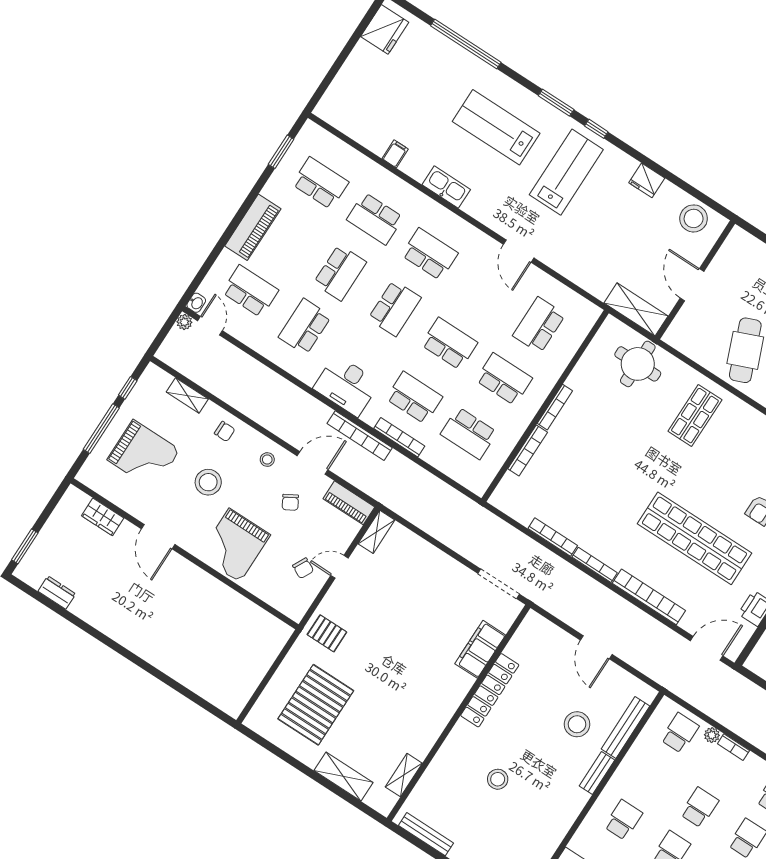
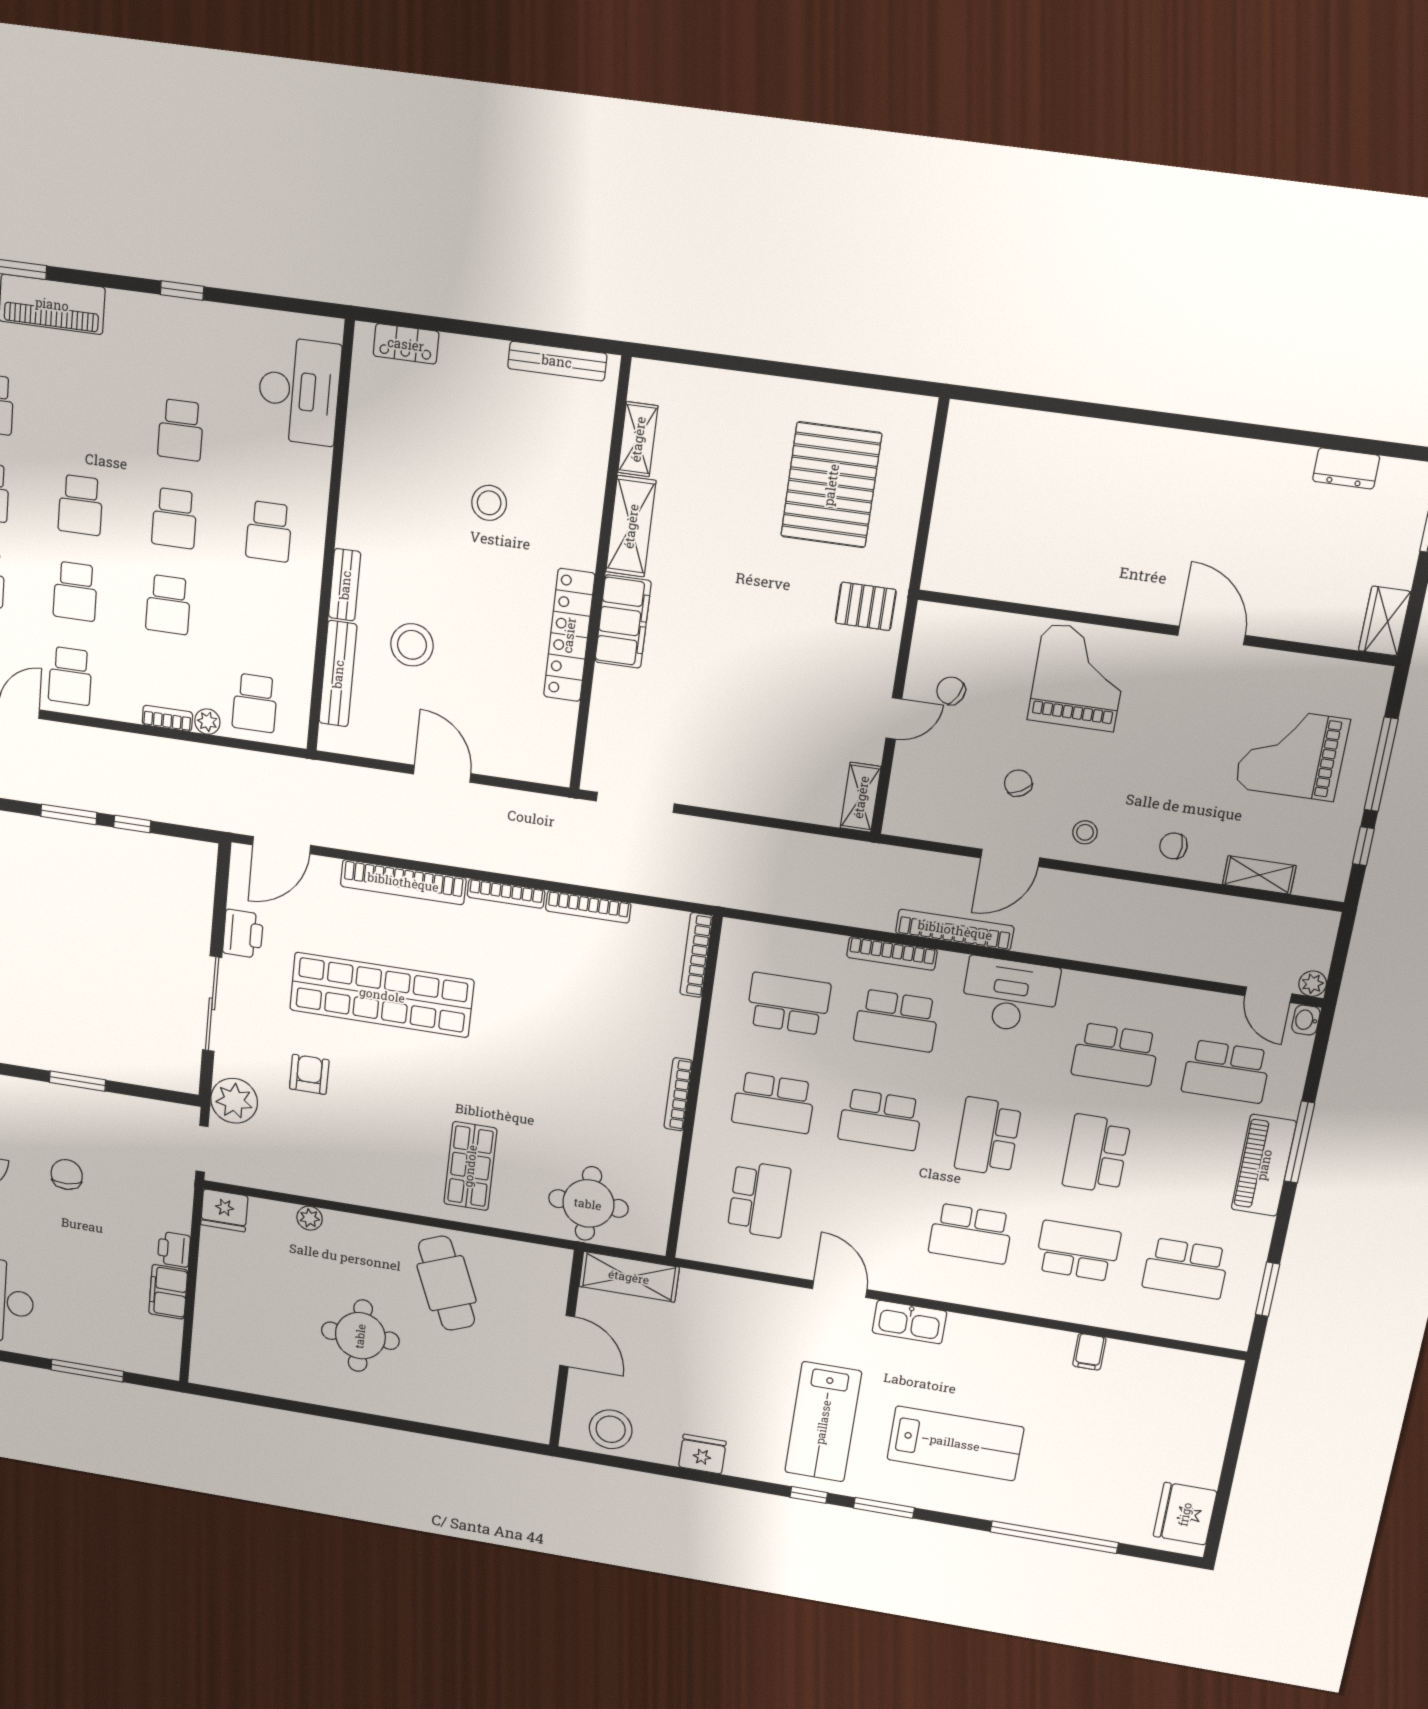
kitchen sink: (446, 187) -> (909, 1322), moved
window: (228, 233) -> (1299, 1142), added
school desk: (305, 327) -> (1115, 1054), turned 90
bookcase: (528, 450) -> (696, 955), moved
stool: (208, 482) -> (1166, 757), removed
piano: (349, 503) -> (925, 822), removed
wardrobe: (103, 517) -> (1385, 621), moved, turned -90
filing cabinet: (480, 649) -> (623, 622), moved
shelving: (343, 776) -> (631, 526), moved, turned 90

